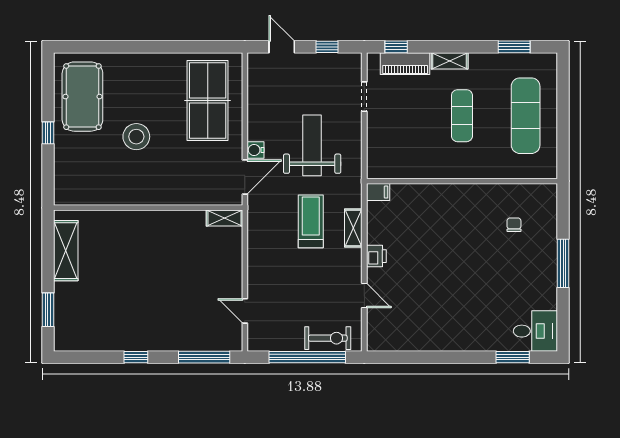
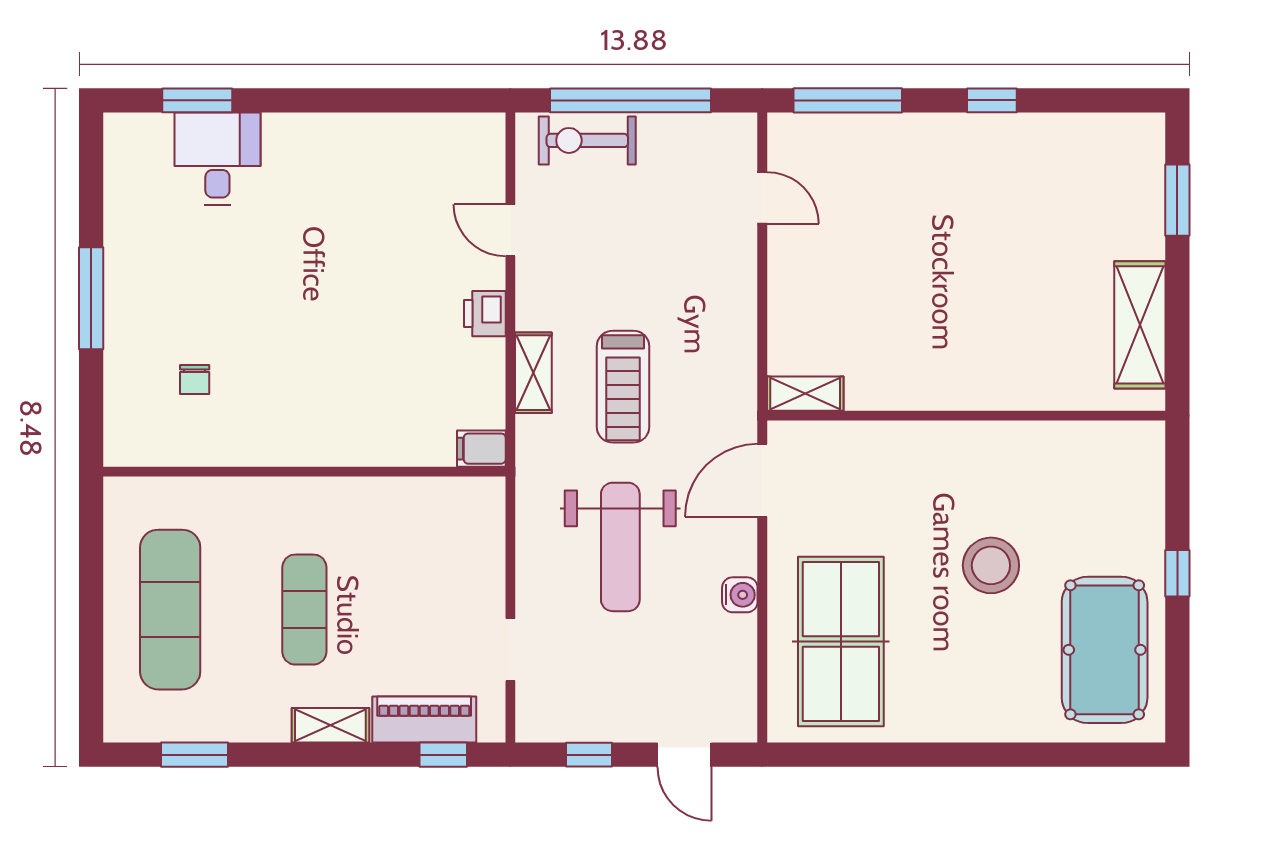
water cooler: (255, 150) -> (740, 595), moved
desk: (535, 331) -> (217, 159), moved, turned 90

